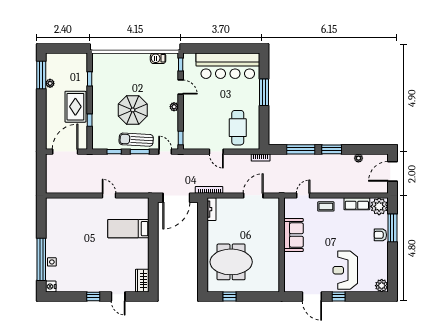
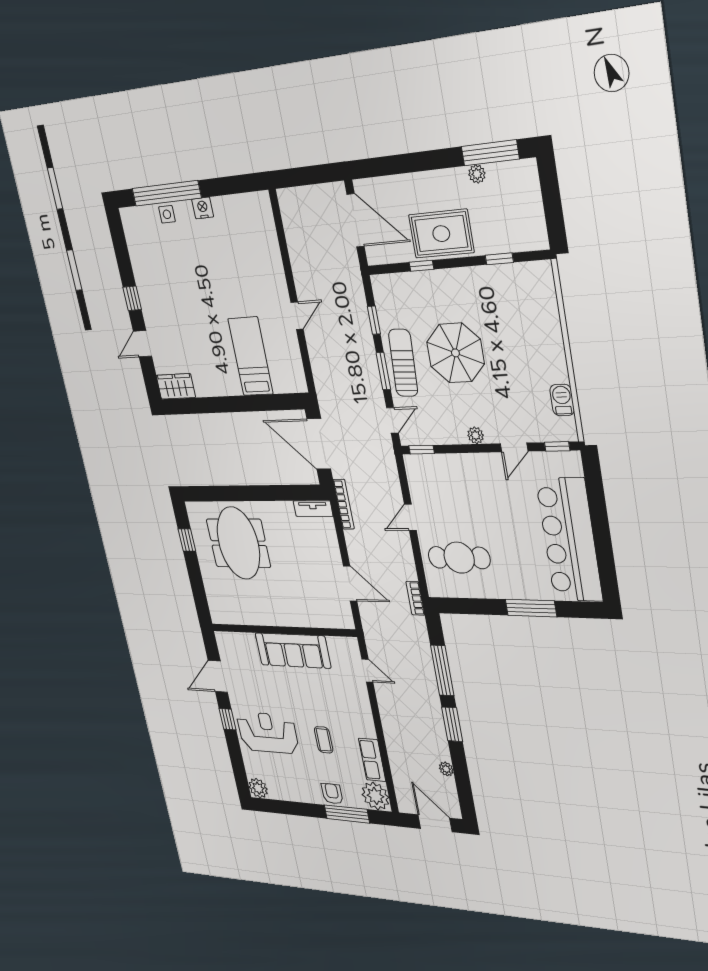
coffee table: (326, 206) -> (324, 740), moved
sofa: (293, 235) -> (293, 651), width x1.36
nightstand: (51, 286) -> (203, 208), moved

